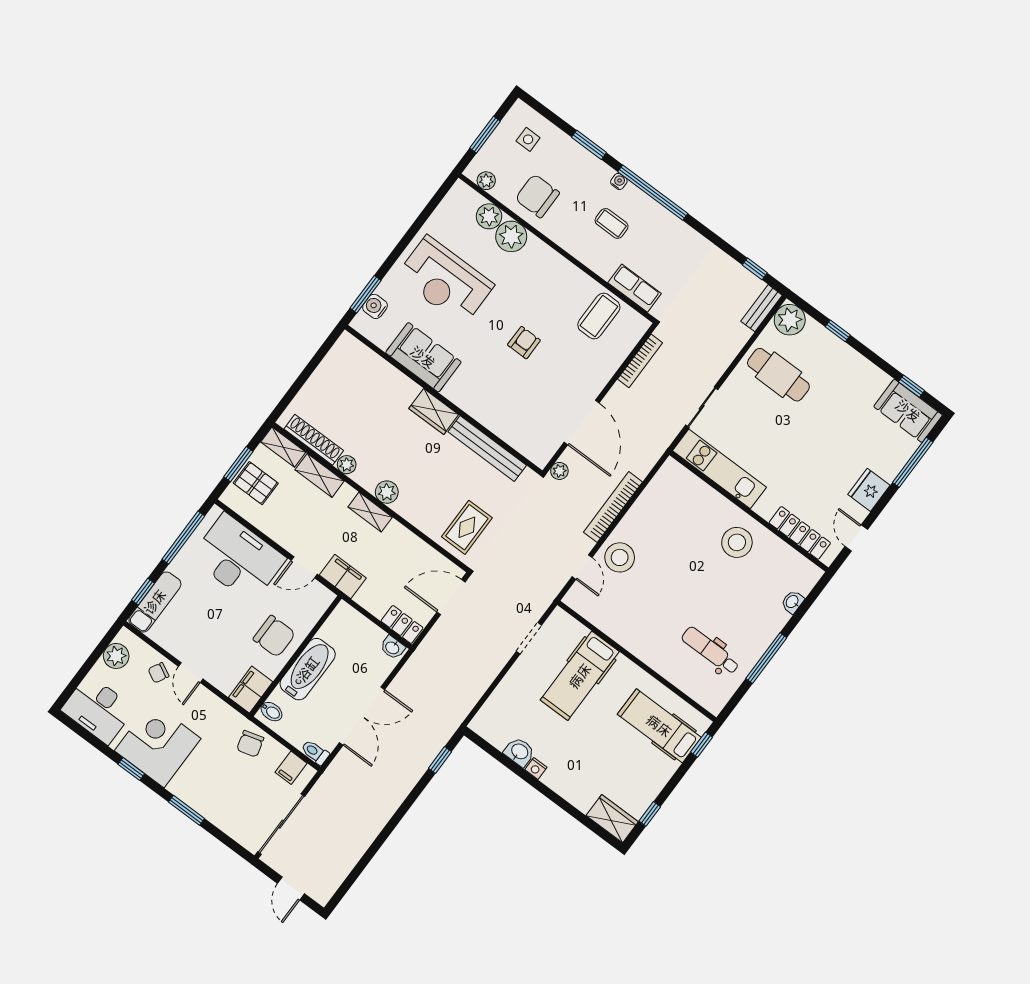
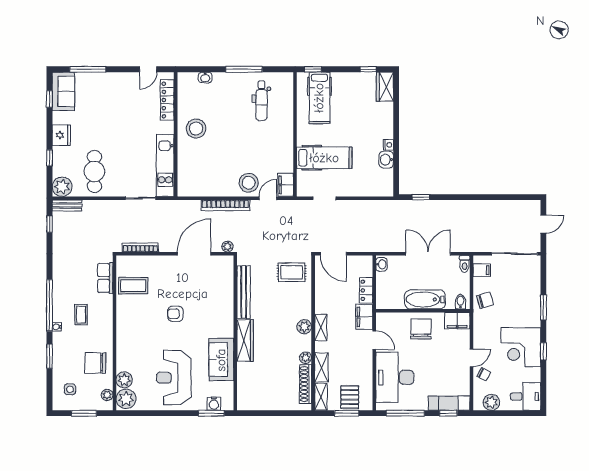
chair: (537, 196) -> (95, 363), turned 90
plant: (511, 236) -> (126, 399), moved
reception desk: (445, 281) -> (174, 378), turned 180
wardrobe: (434, 411) -> (245, 340), width x1.50
fridge: (869, 490) -> (61, 135), moved, turned -90
filing cabinet: (582, 602) -> (286, 185), added
locker: (402, 624) -> (366, 290), moved
desk: (98, 709) -> (526, 396), width x0.73

